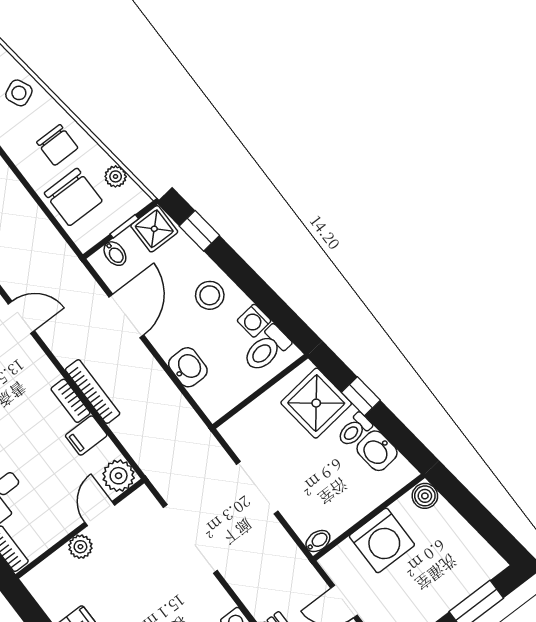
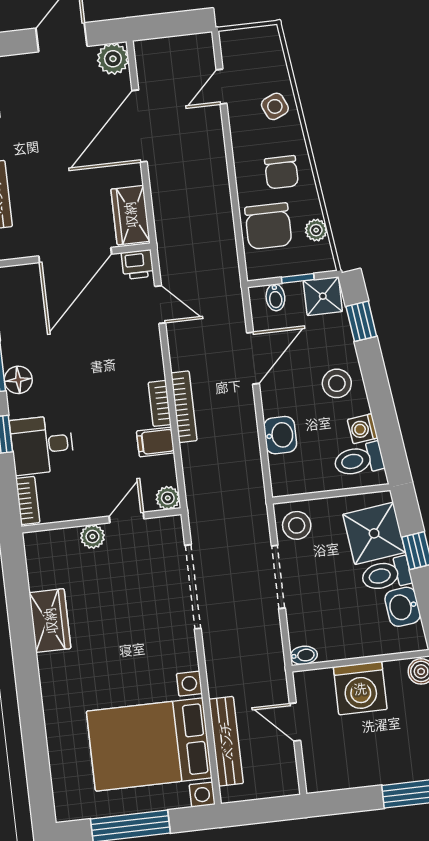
toilet: (354, 430) -> (386, 574), width x1.37, depth x1.39
stool: (247, 435) -> (297, 525), added
plant: (119, 476) -> (168, 498), width x0.73, depth x0.73

